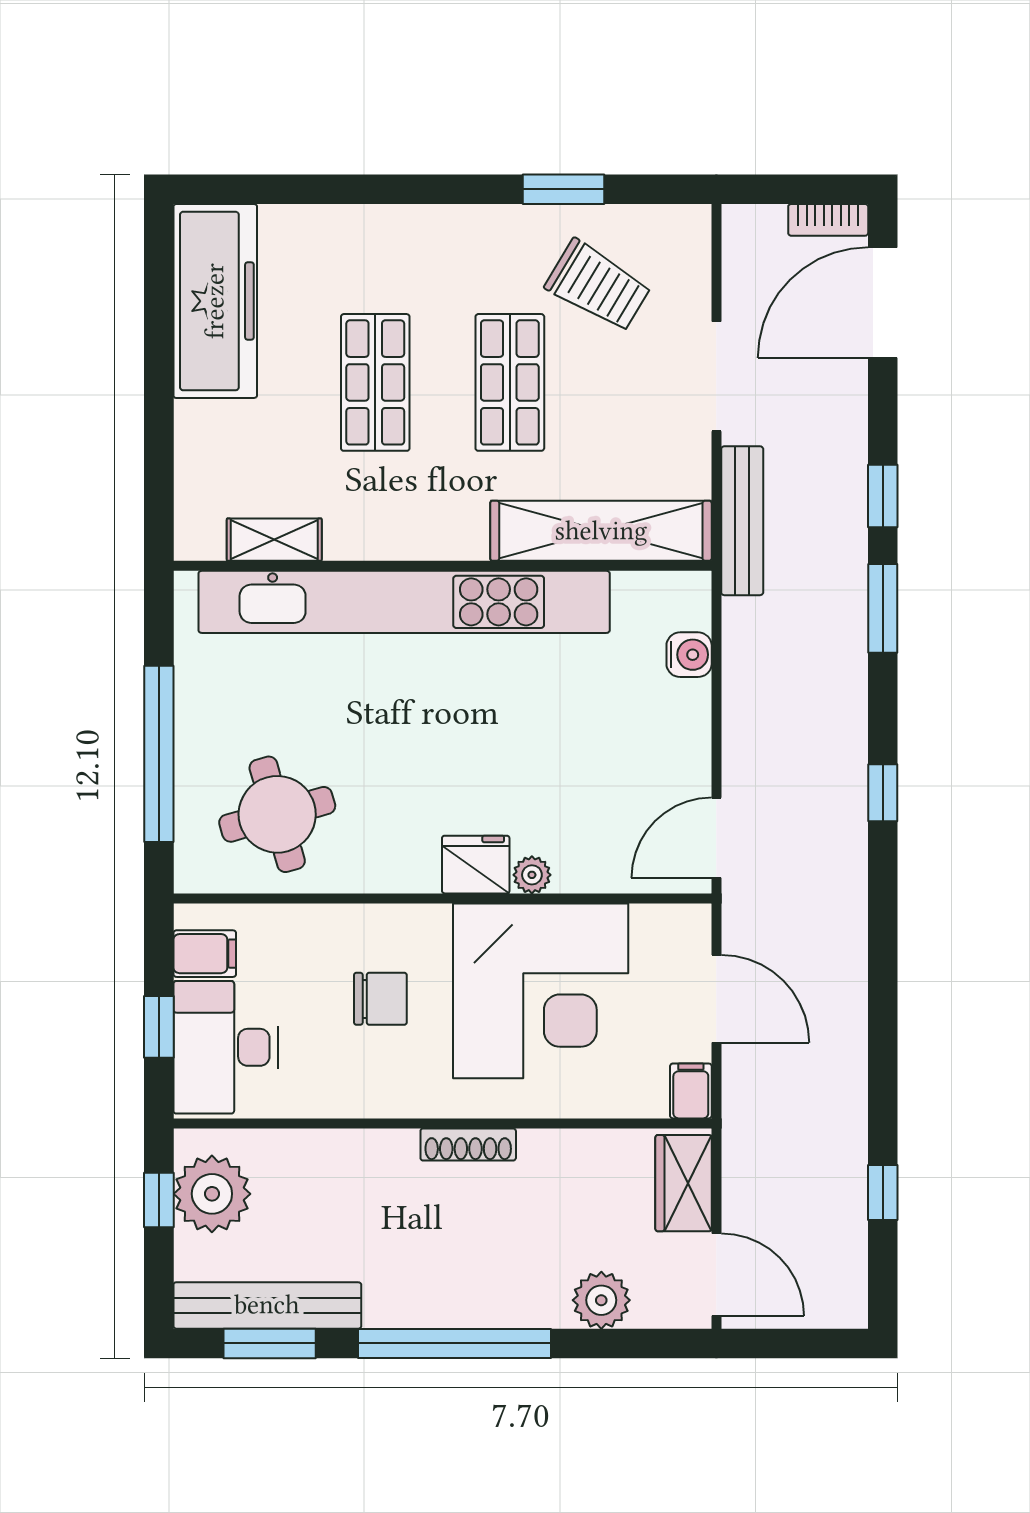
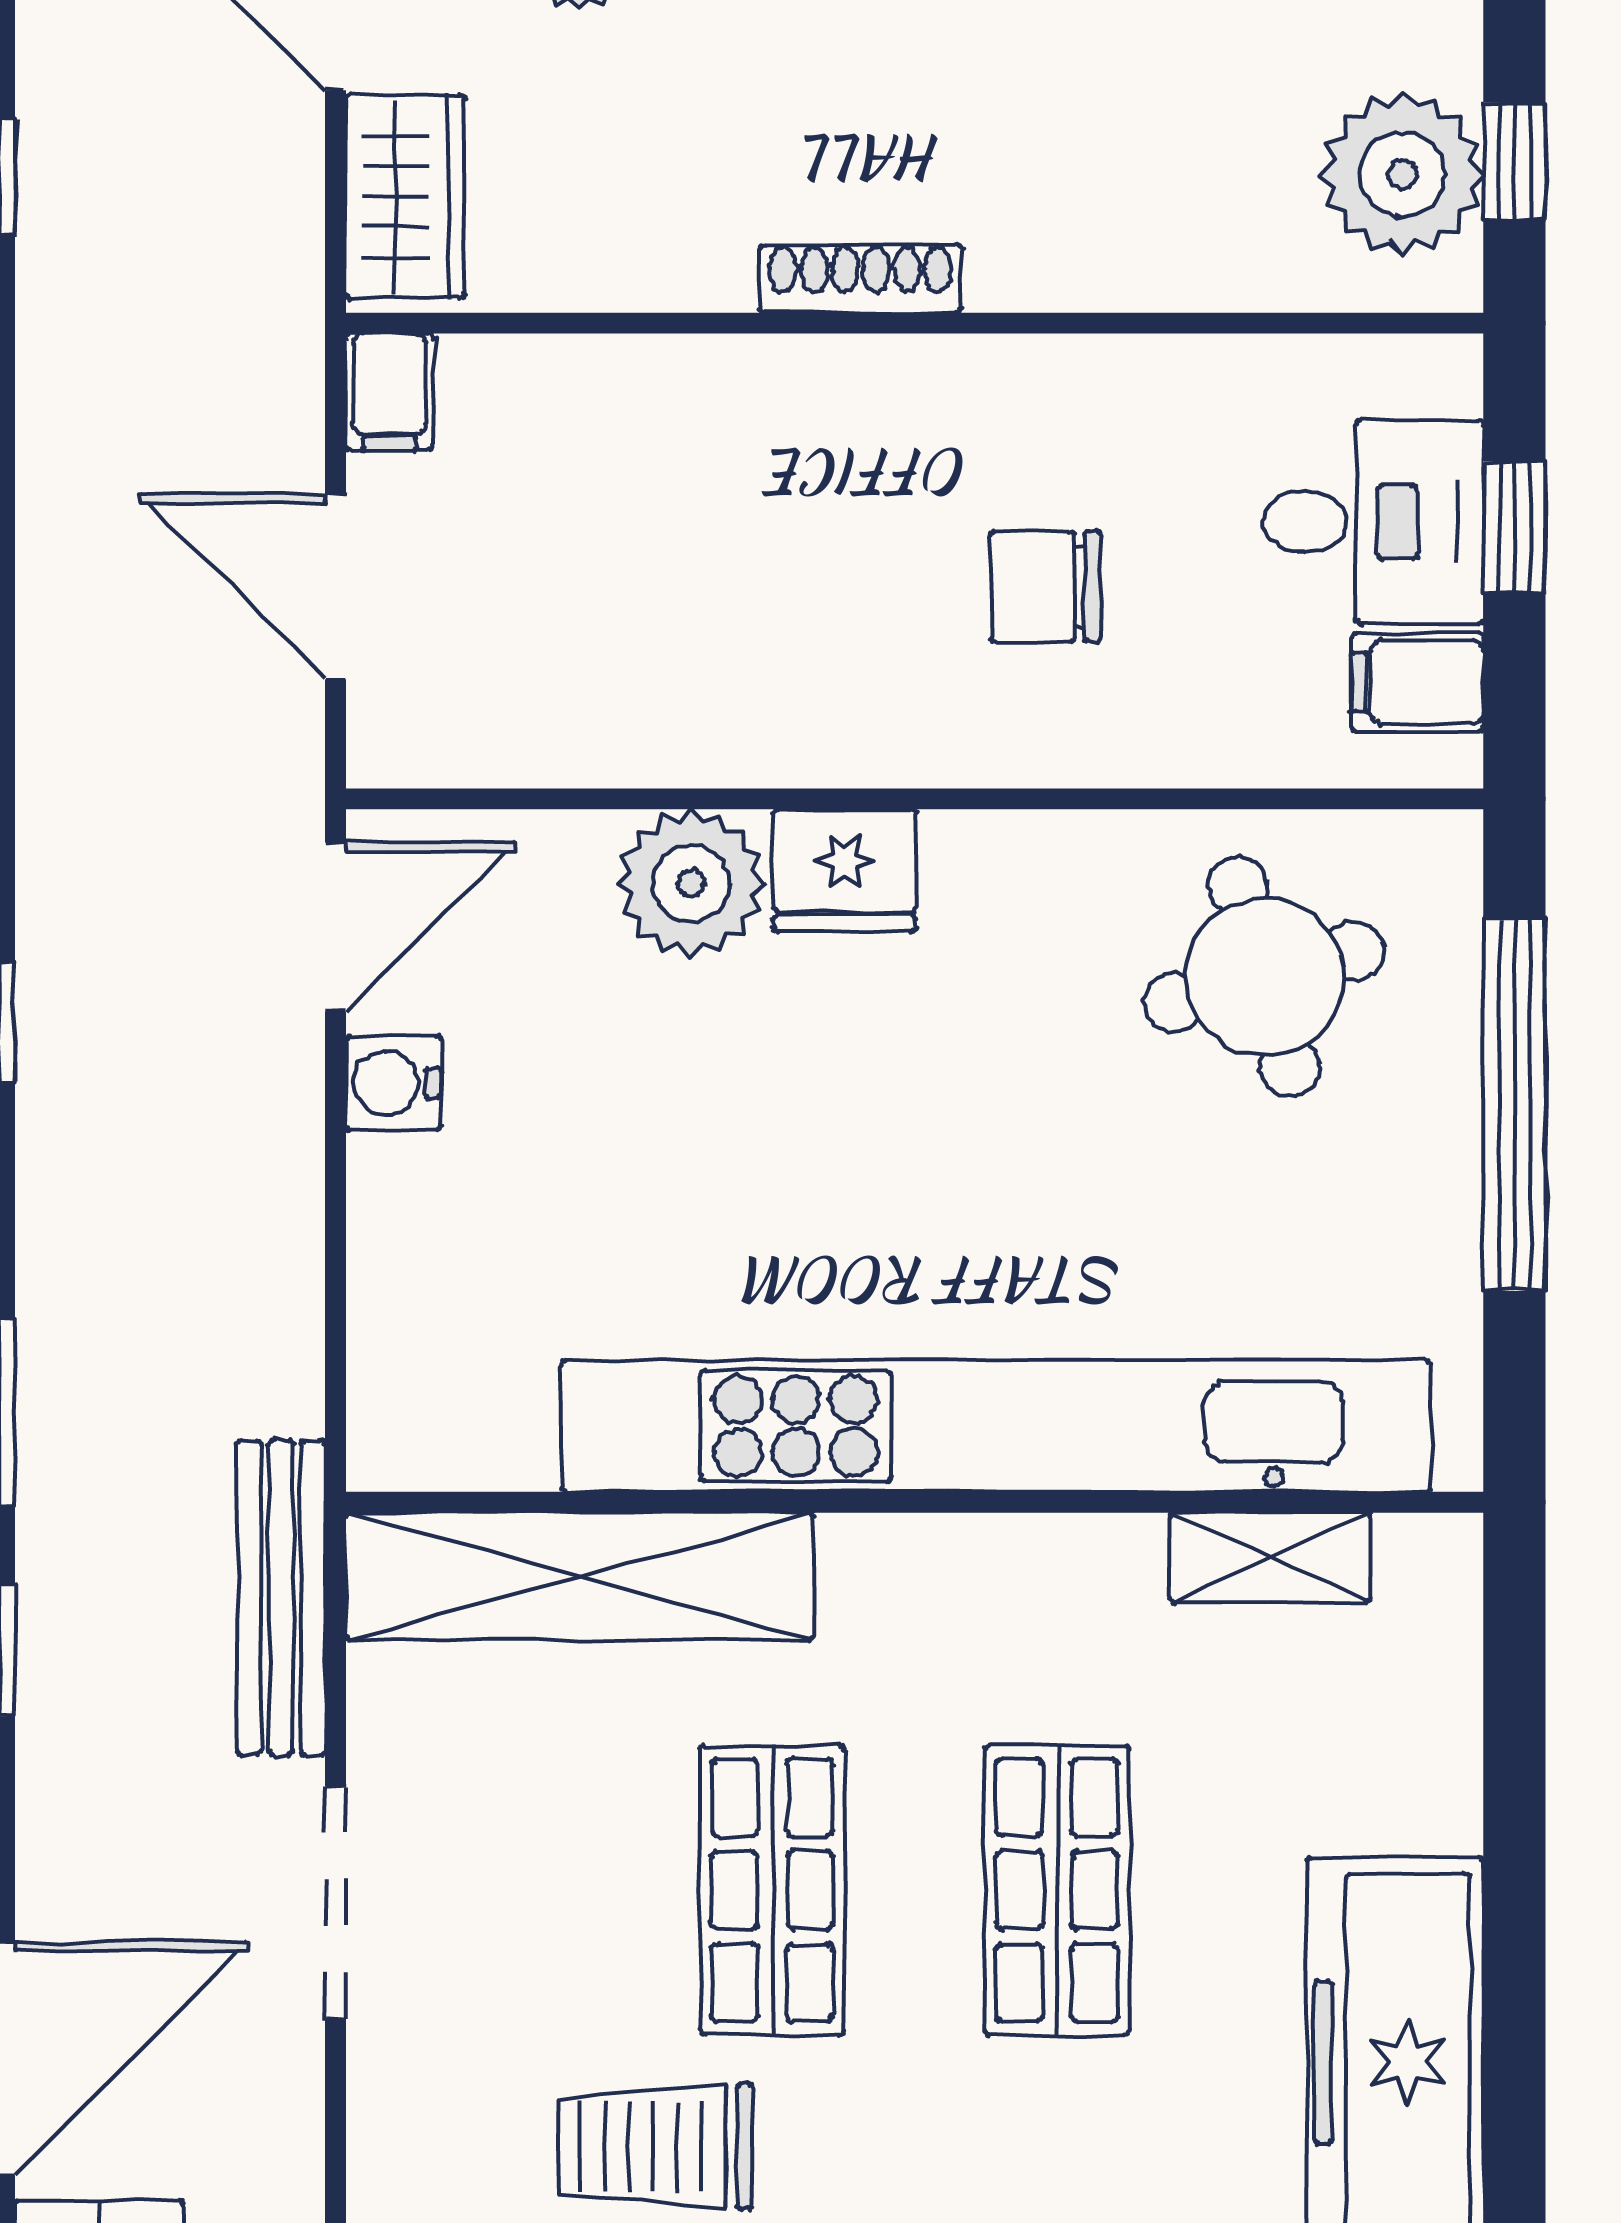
trolley: (598, 286) -> (655, 2146), moved, turned -31
water cooler: (689, 655) -> (393, 1083), moved
plant: (532, 875) -> (691, 883), width x1.88, depth x1.88
corner desk: (541, 991) -> (707, 604), removed
desk: (226, 1047) -> (1373, 522), width x0.73

